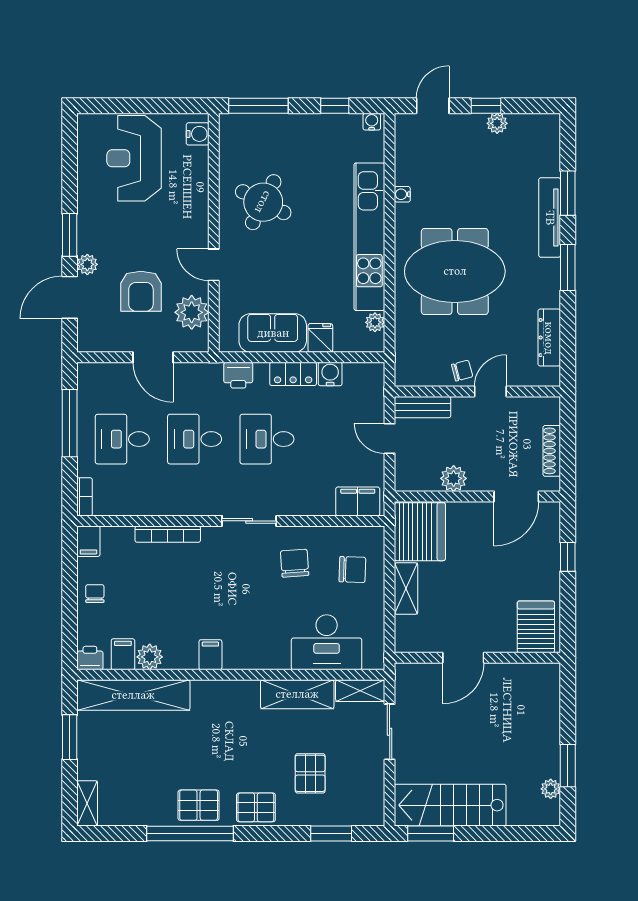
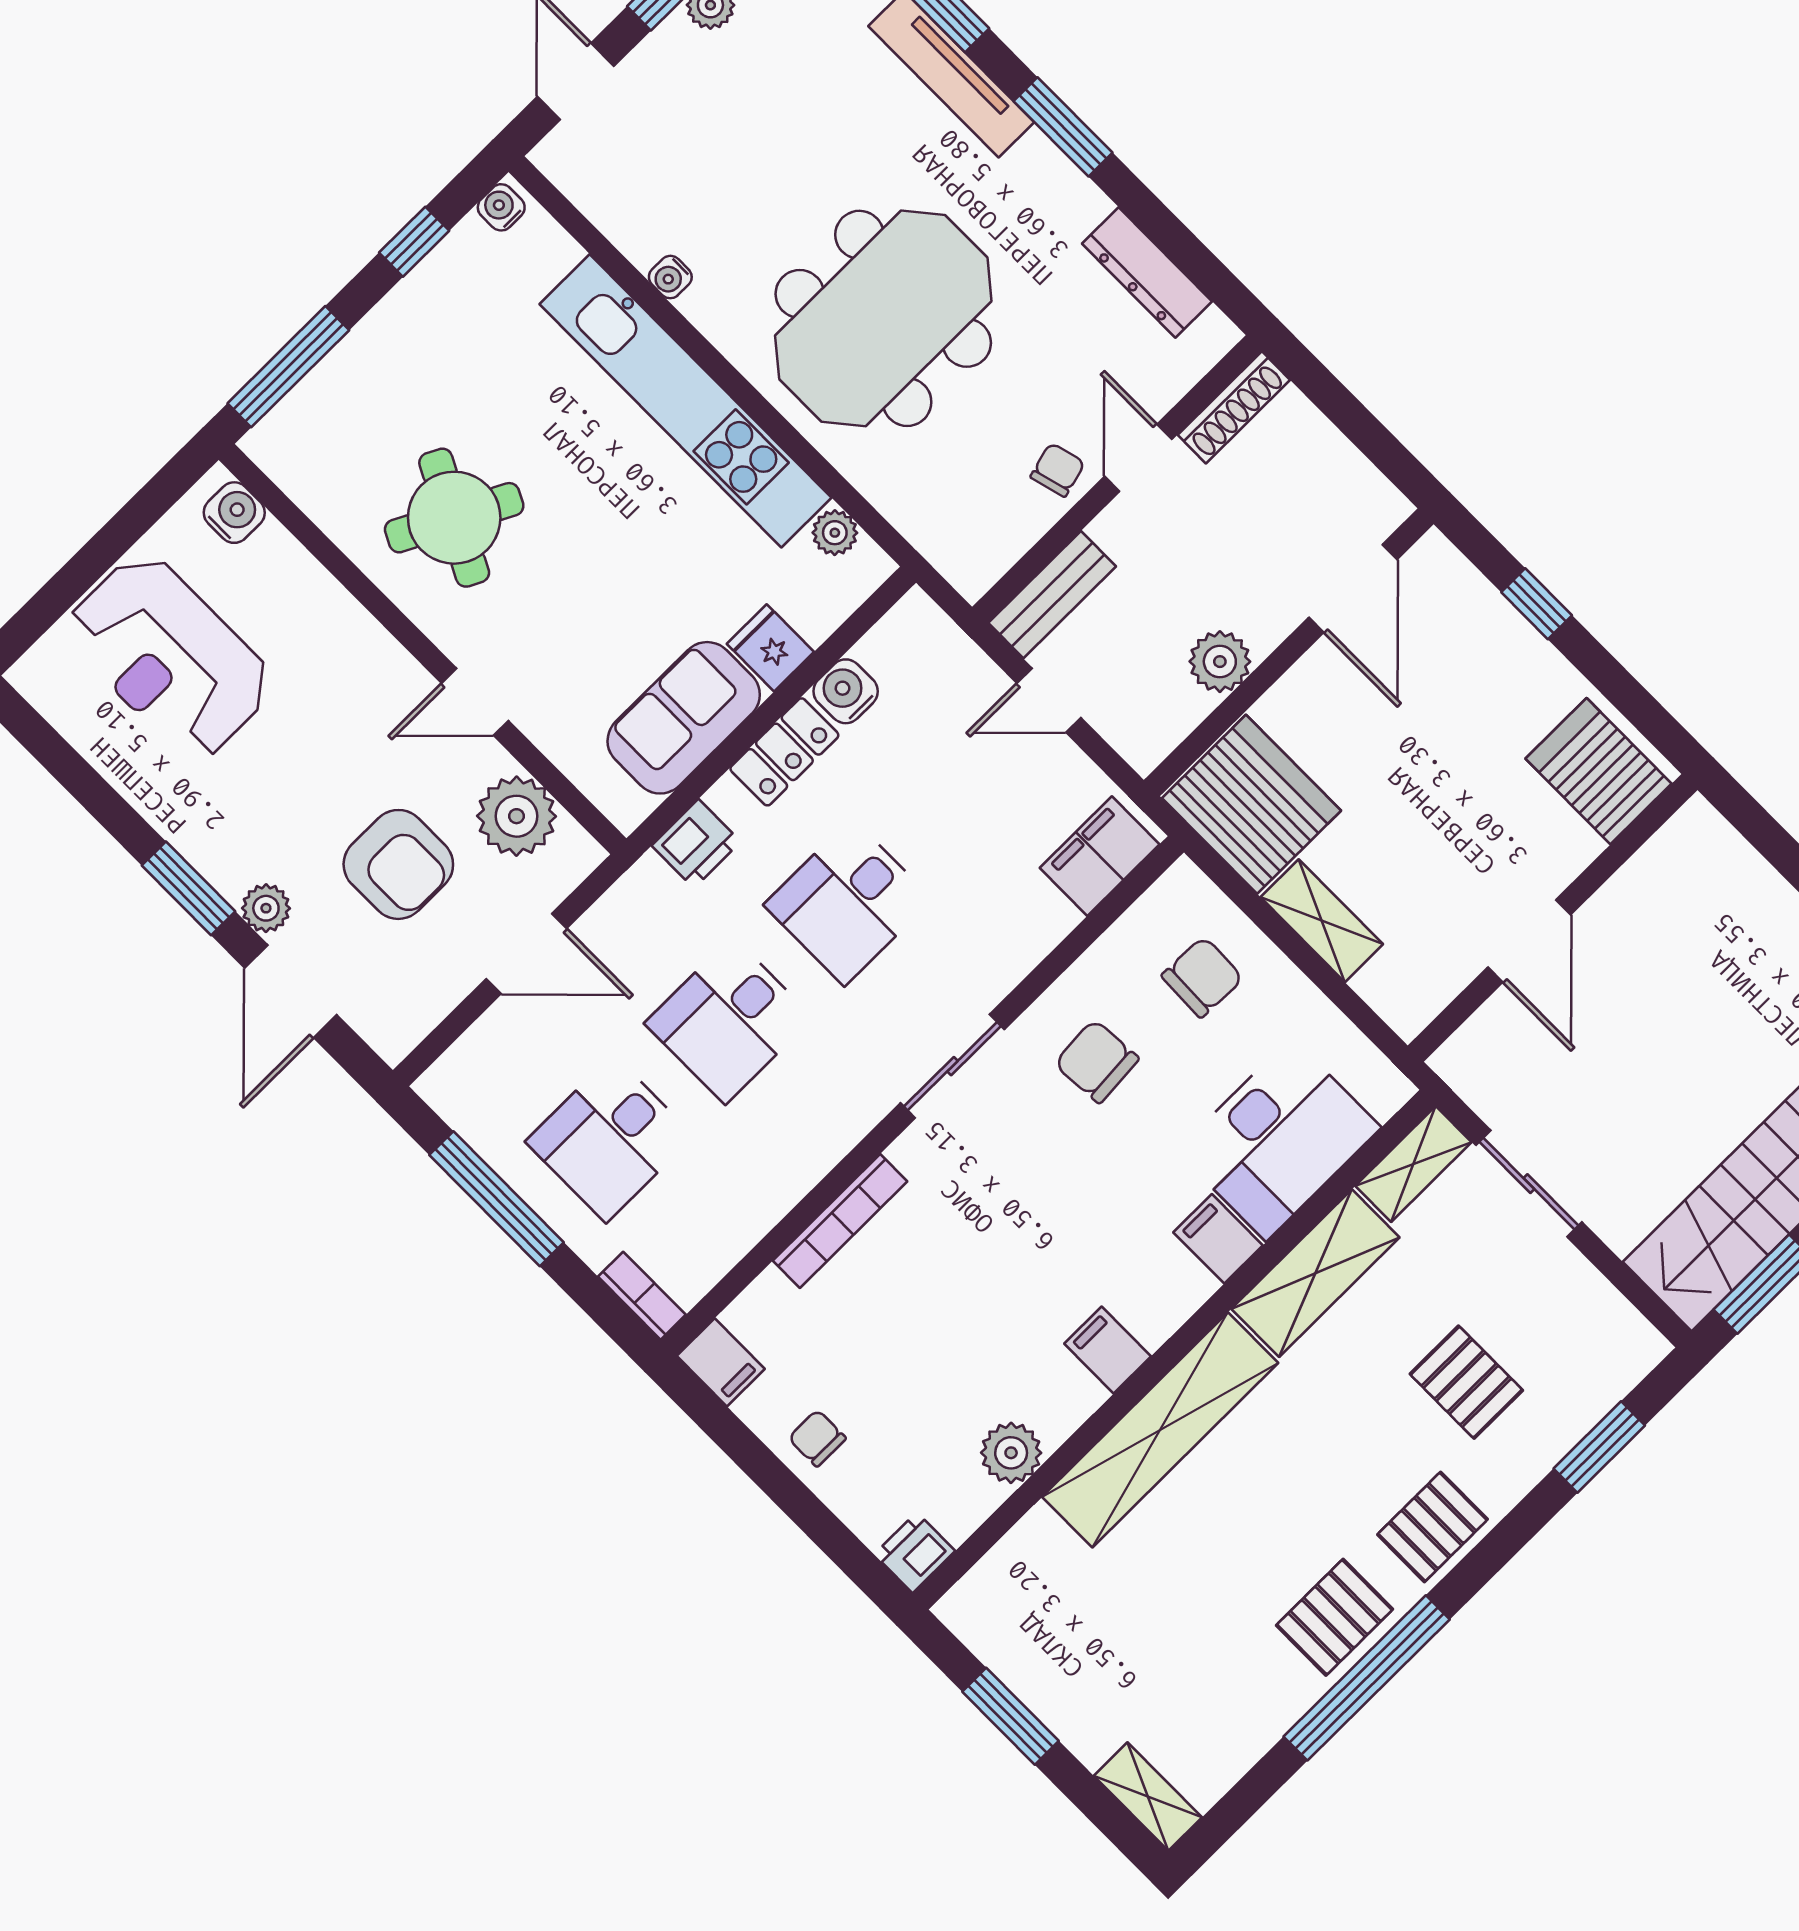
shoe rack: (552, 451) -> (1234, 407), moved, turned -90
filing cabinet: (123, 654) -> (1218, 1239), moved
shelving: (133, 695) -> (1160, 1430), moved

